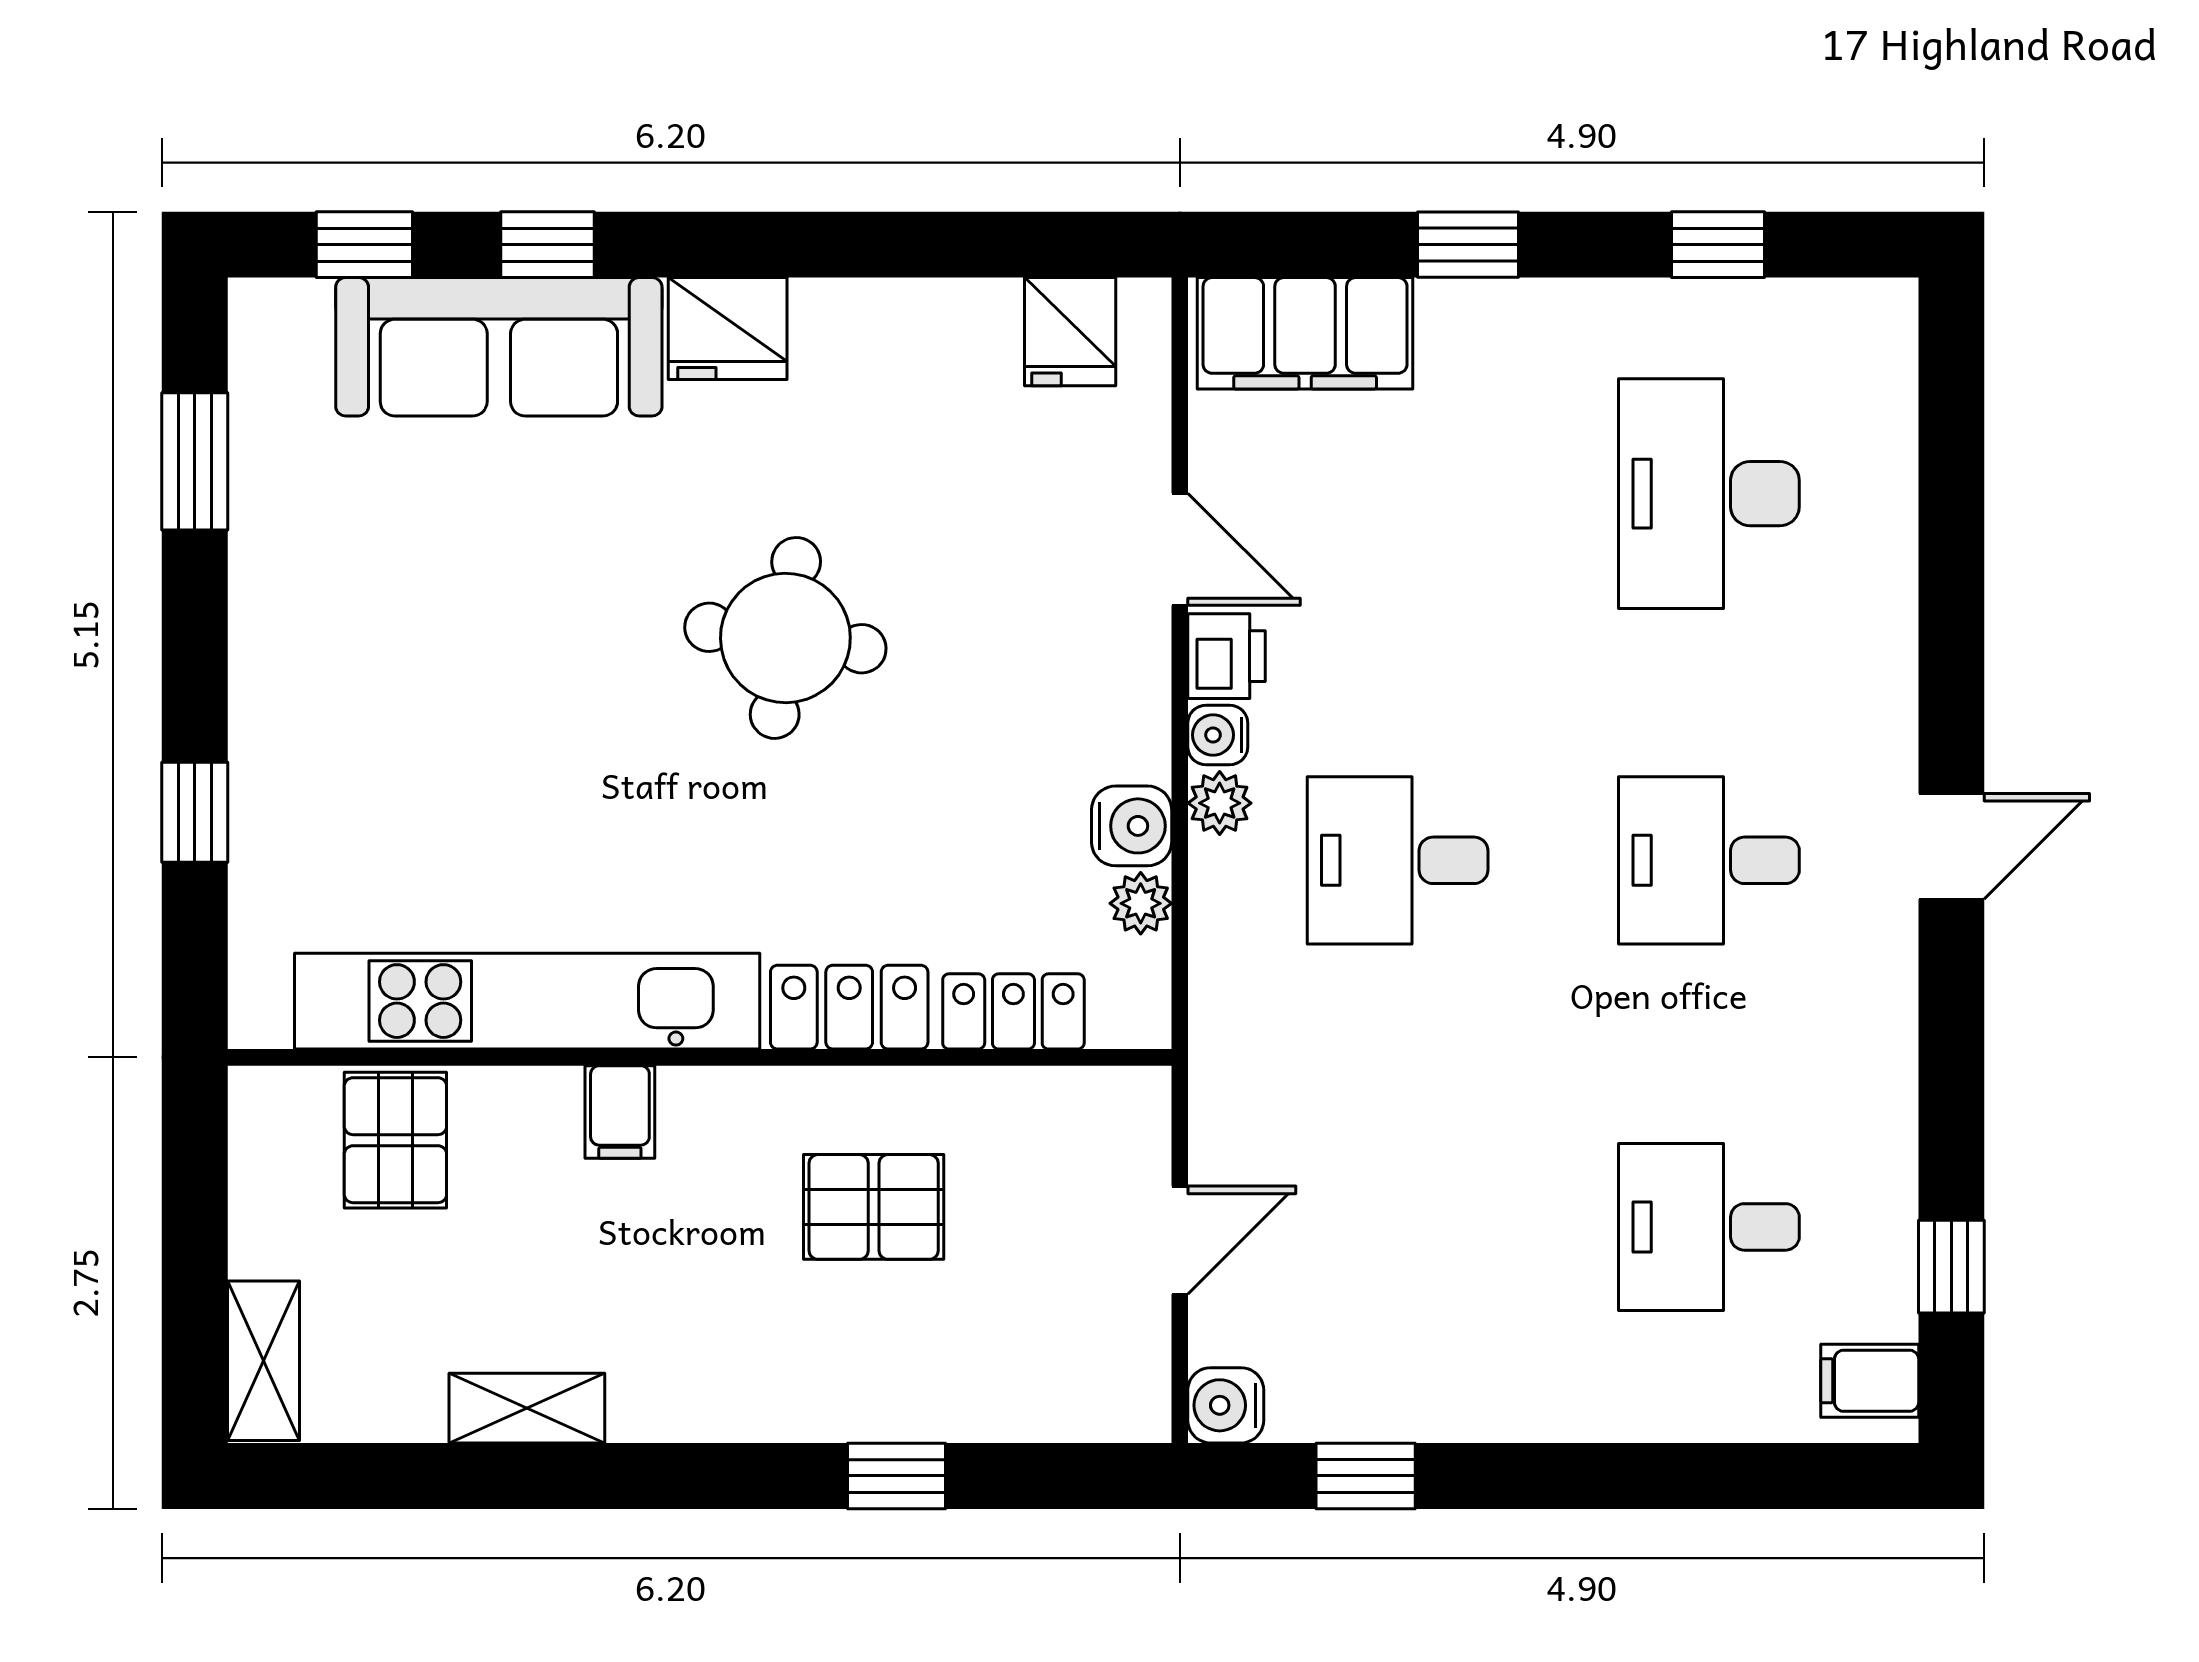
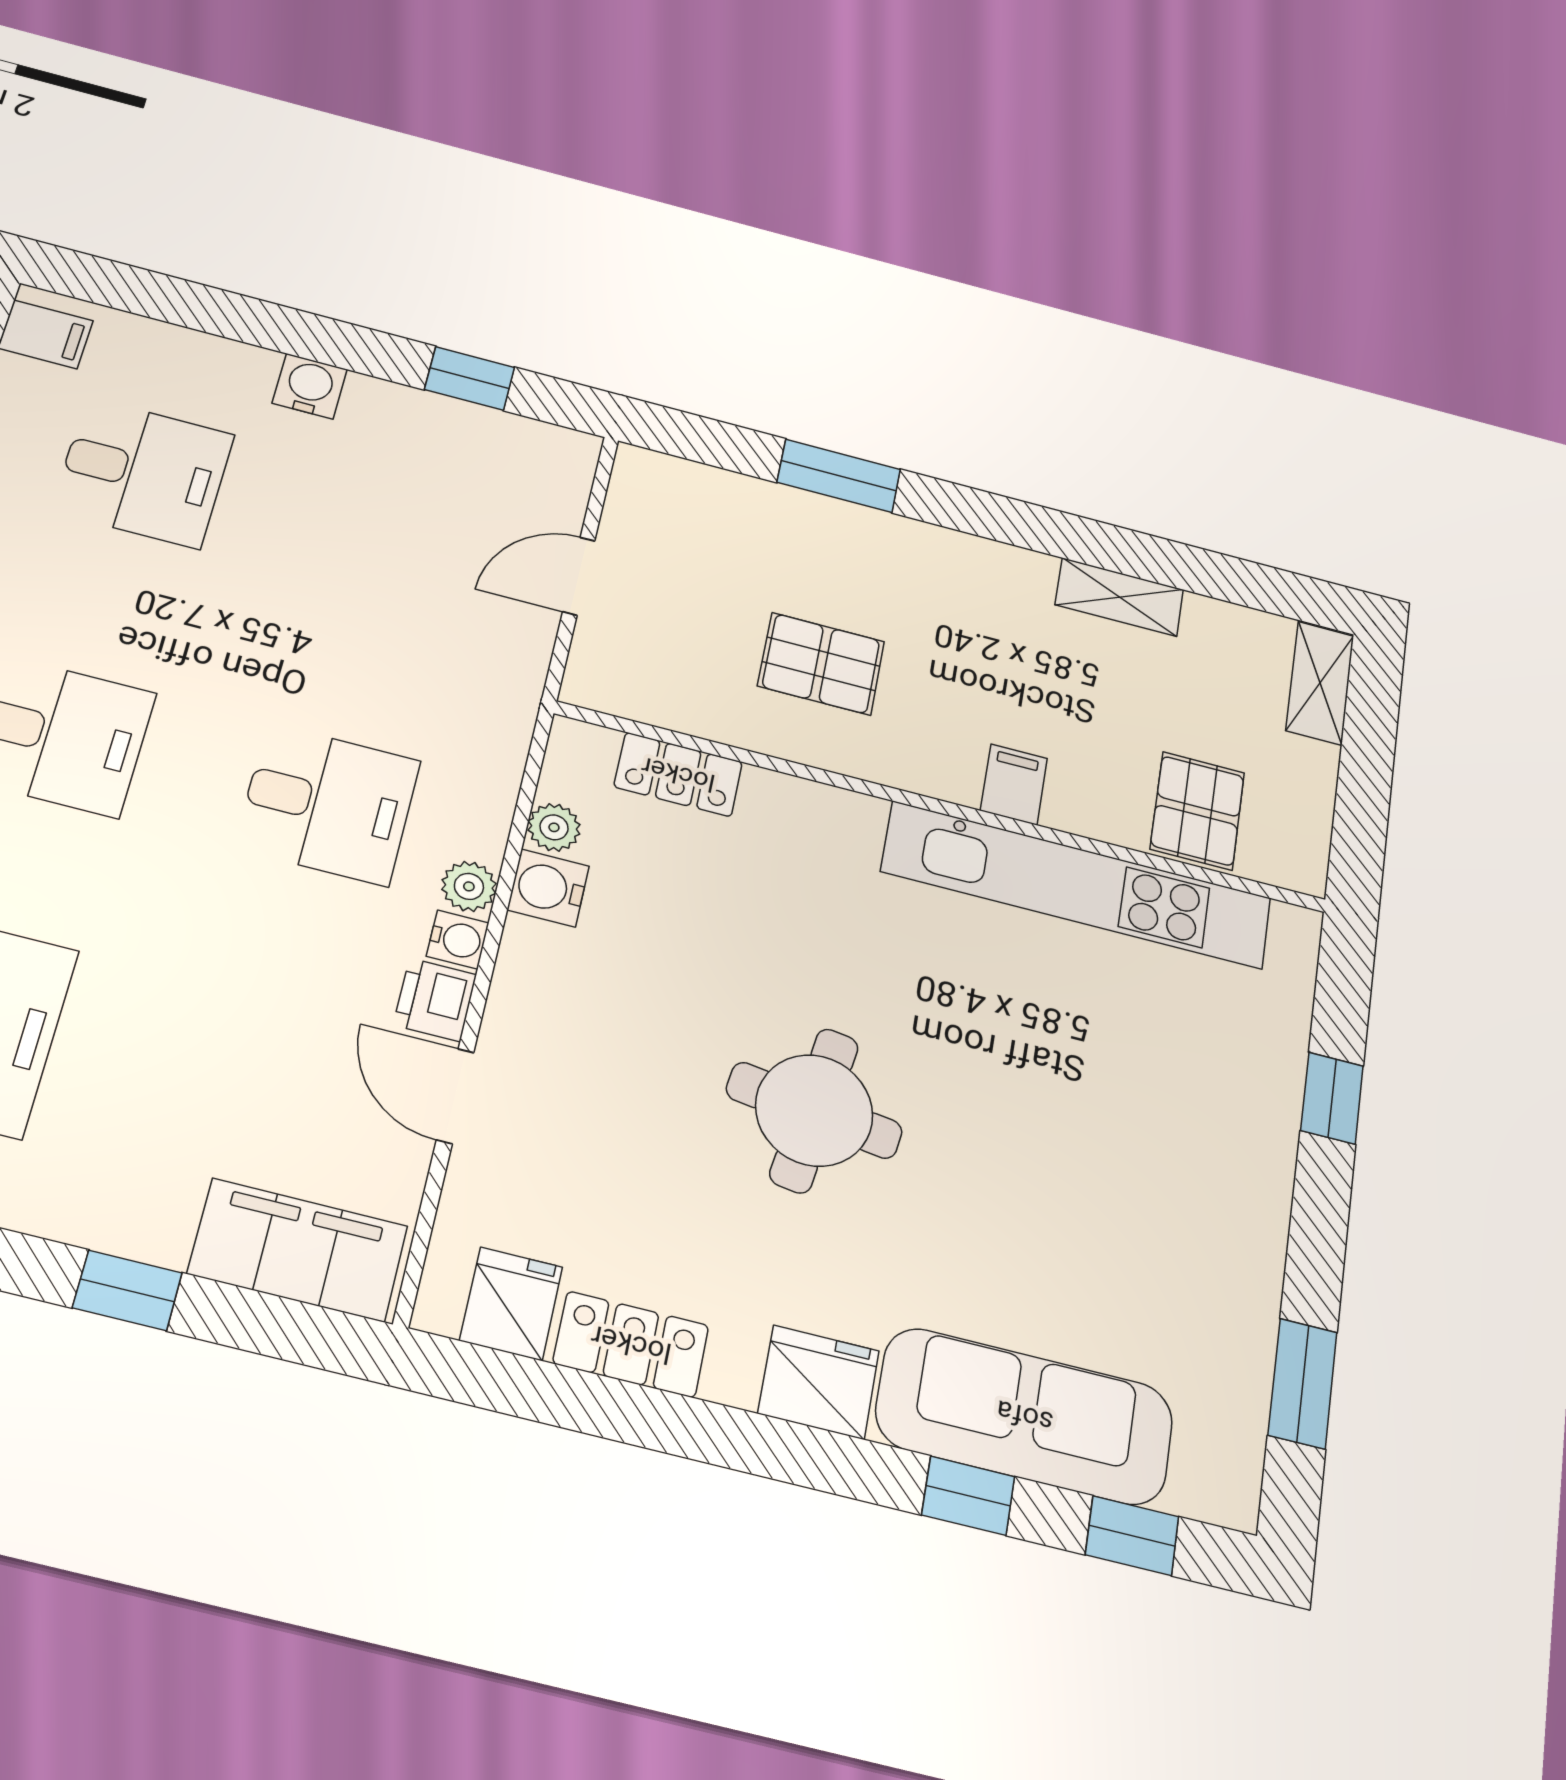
locker: (849, 1007) -> (631, 1344), moved, turned 180
water cooler: (1226, 1405) -> (310, 386), moved, turned -90
window: (897, 1476) -> (839, 476), width x1.50

